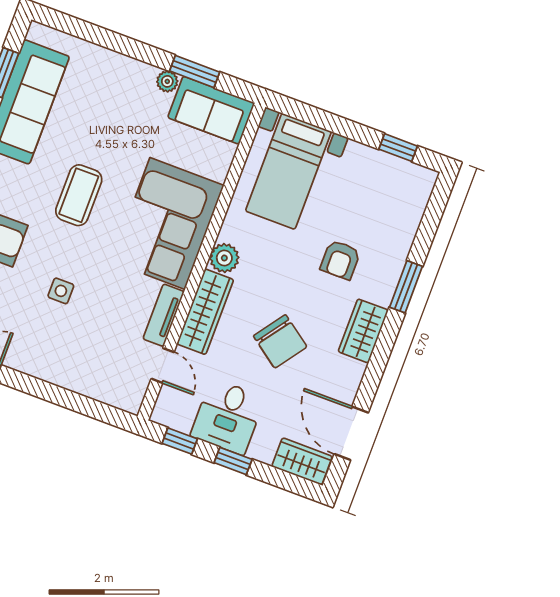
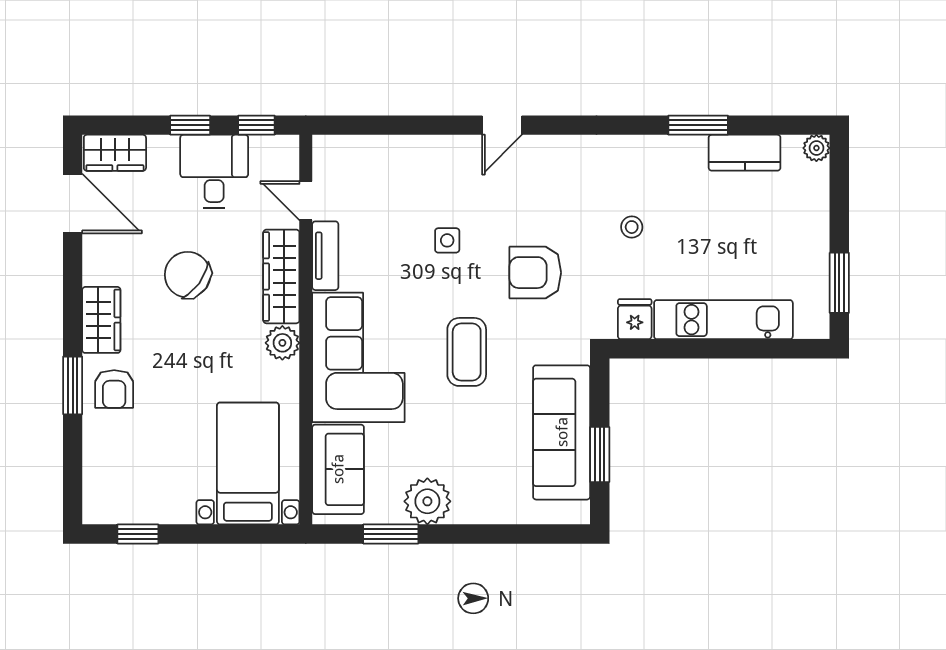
plant: (167, 81) -> (427, 501), width x1.88, depth x1.88
sofa: (211, 110) -> (338, 469), moved, turned 90
armchair: (340, 260) -> (114, 389), moved, turned 180

